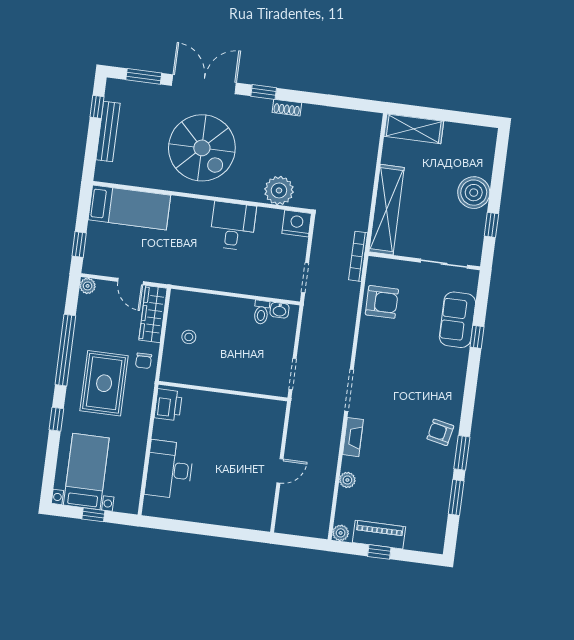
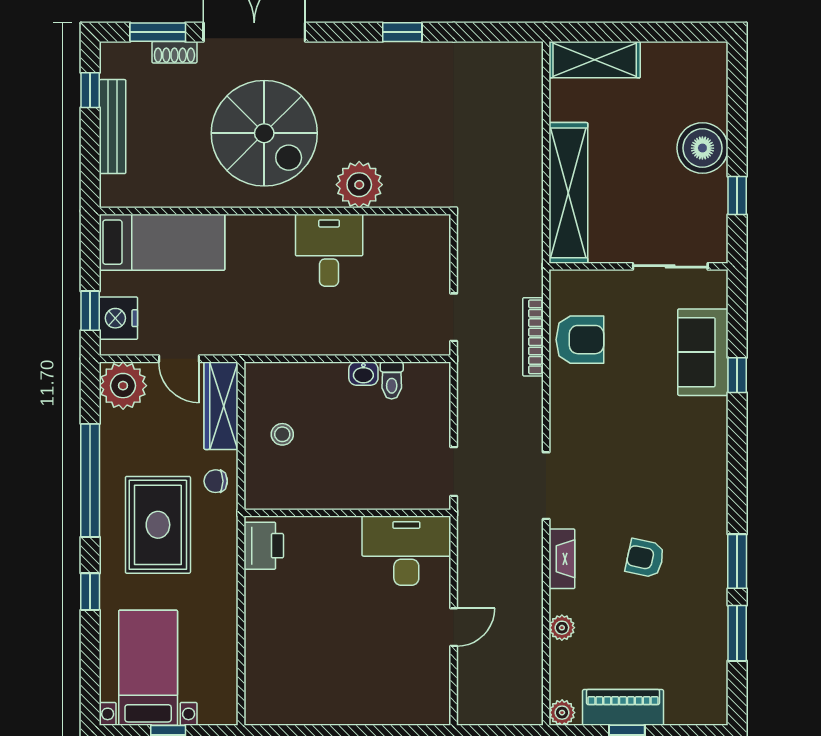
window: (264, 92) -> (402, 32), moved
shoe rack: (287, 108) -> (174, 52), moved
plant: (279, 190) -> (359, 185), moved
nightstand: (297, 223) -> (118, 318), moved, turned -90
bookcase: (358, 256) -> (533, 337), moved
plant: (88, 286) -> (123, 386), width x1.88, depth x1.88
washbasin: (280, 310) -> (363, 374), moved
chair: (144, 361) -> (216, 481), turned 90
armchair: (440, 432) -> (645, 558), moved
desk: (169, 470) -> (406, 551), moved, turned 90

